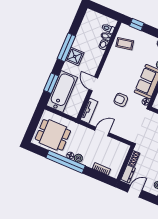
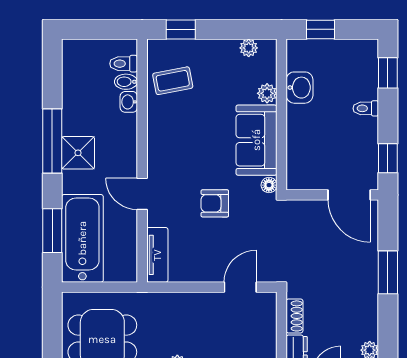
door: (102, 131) -> (240, 287), moved

